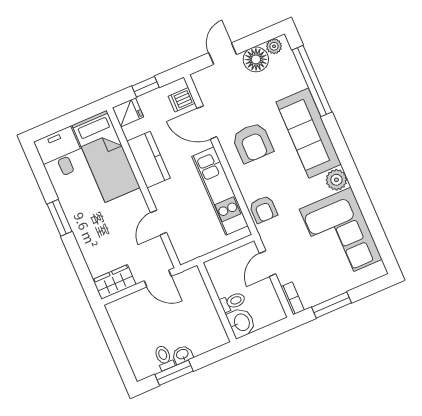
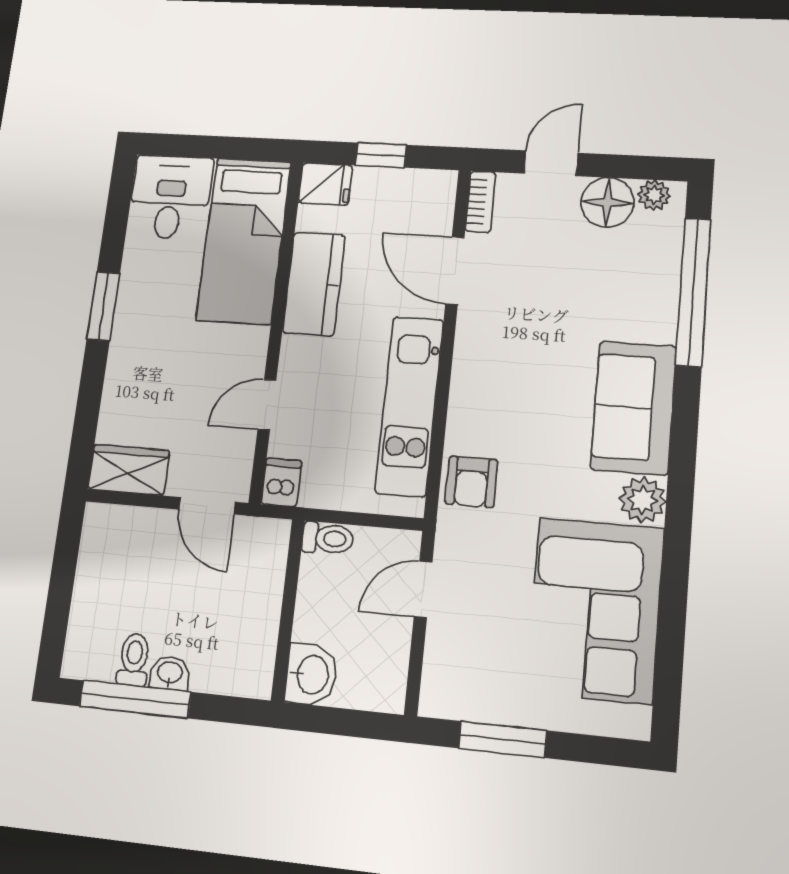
dishwasher: (182, 100) -> (281, 483), moved, turned 90
sofa: (309, 133) -> (633, 408), width x0.73
armchair: (252, 143) -> (519, 349), removed
bookcase: (293, 298) -> (481, 202), moved
toilet: (233, 302) -> (328, 538), moved
window: (174, 373) -> (135, 699), width x1.44

